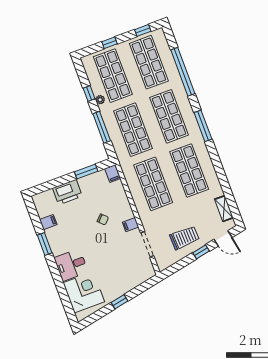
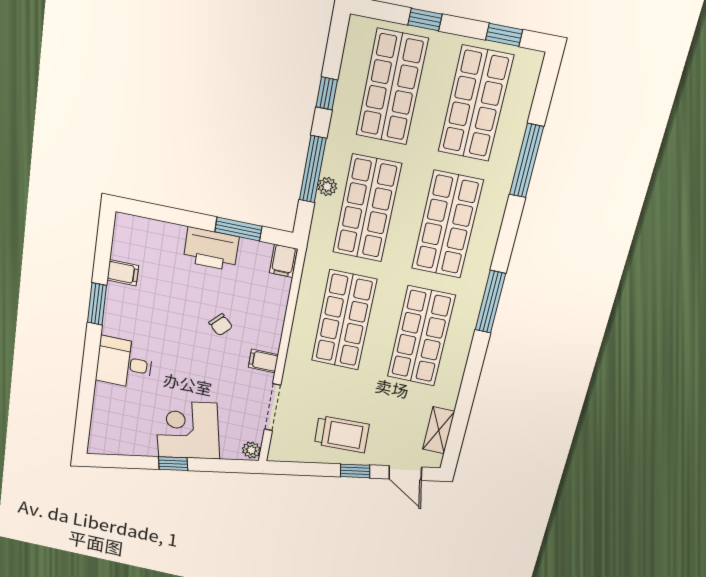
window: (183, 72) -> (527, 161), width x0.68
plant: (100, 100) -> (327, 187), moved
window: (203, 126) -> (490, 302), moved
printer: (67, 192) -> (211, 249), moved
plant: (150, 272) -> (251, 450), added
corner desk: (84, 292) -> (187, 430), moved, turned -101

